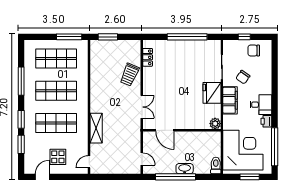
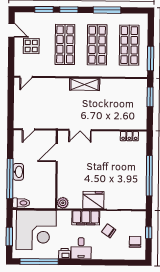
trolley: (130, 75) -> (112, 118), removed
shelving: (96, 128) -> (85, 84), moved
door: (89, 162) -> (26, 77), swing flipped
window: (176, 177) -> (10, 179), moved

